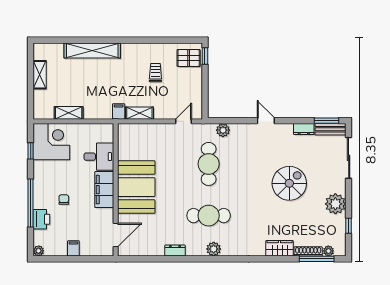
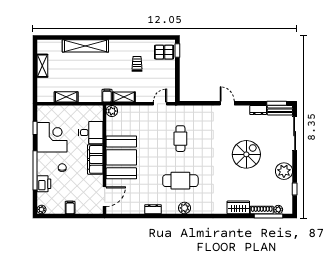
plant: (223, 130) -> (112, 111), moved
corner desk: (51, 142) -> (52, 137), moved
cafe table: (209, 164) -> (180, 139), width x0.73, depth x0.74

